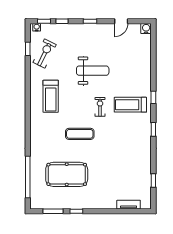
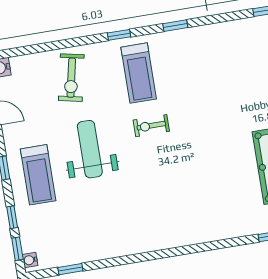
exercise bike: (45, 53) -> (71, 78), moved, turned -104
treadmill: (51, 96) -> (38, 175), moved, turned 90
exercise mat: (80, 134) -> (205, 153), removed

